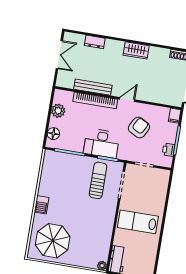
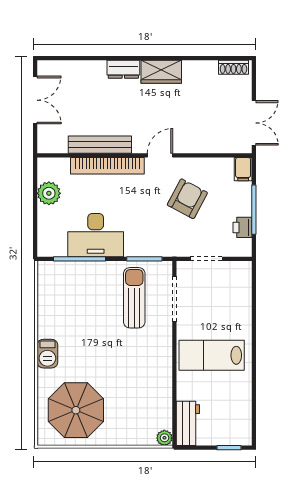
dresser: (95, 42) -> (123, 69), moved
floor lamp: (53, 134) -> (47, 232), removed
desk: (102, 143) -> (96, 235), moved

